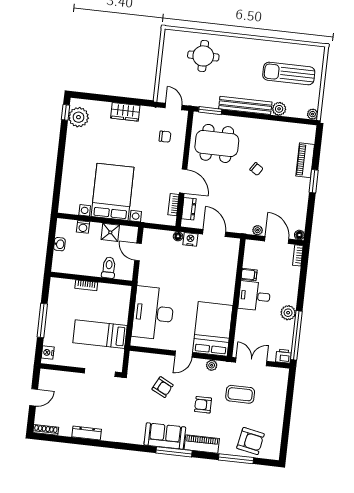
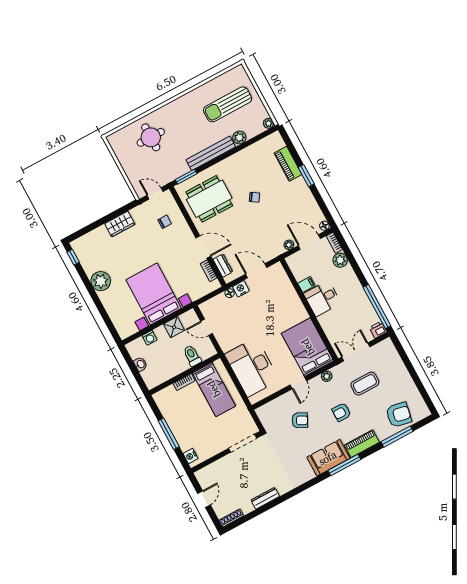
plant: (78, 117) -> (101, 281), moved
plant: (288, 313) -> (340, 260), moved
bed: (100, 334) -> (214, 389), moved, turned -90

